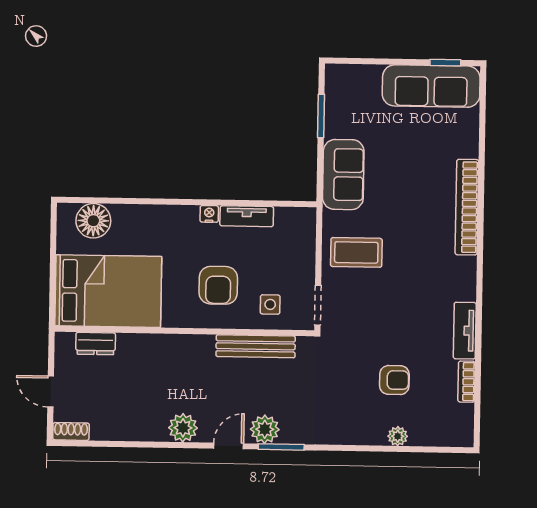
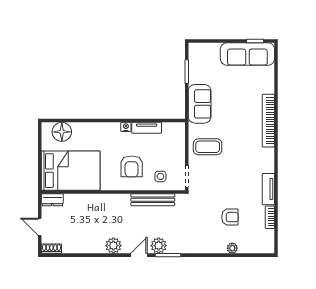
dresser: (96, 344) -> (52, 200), moved

